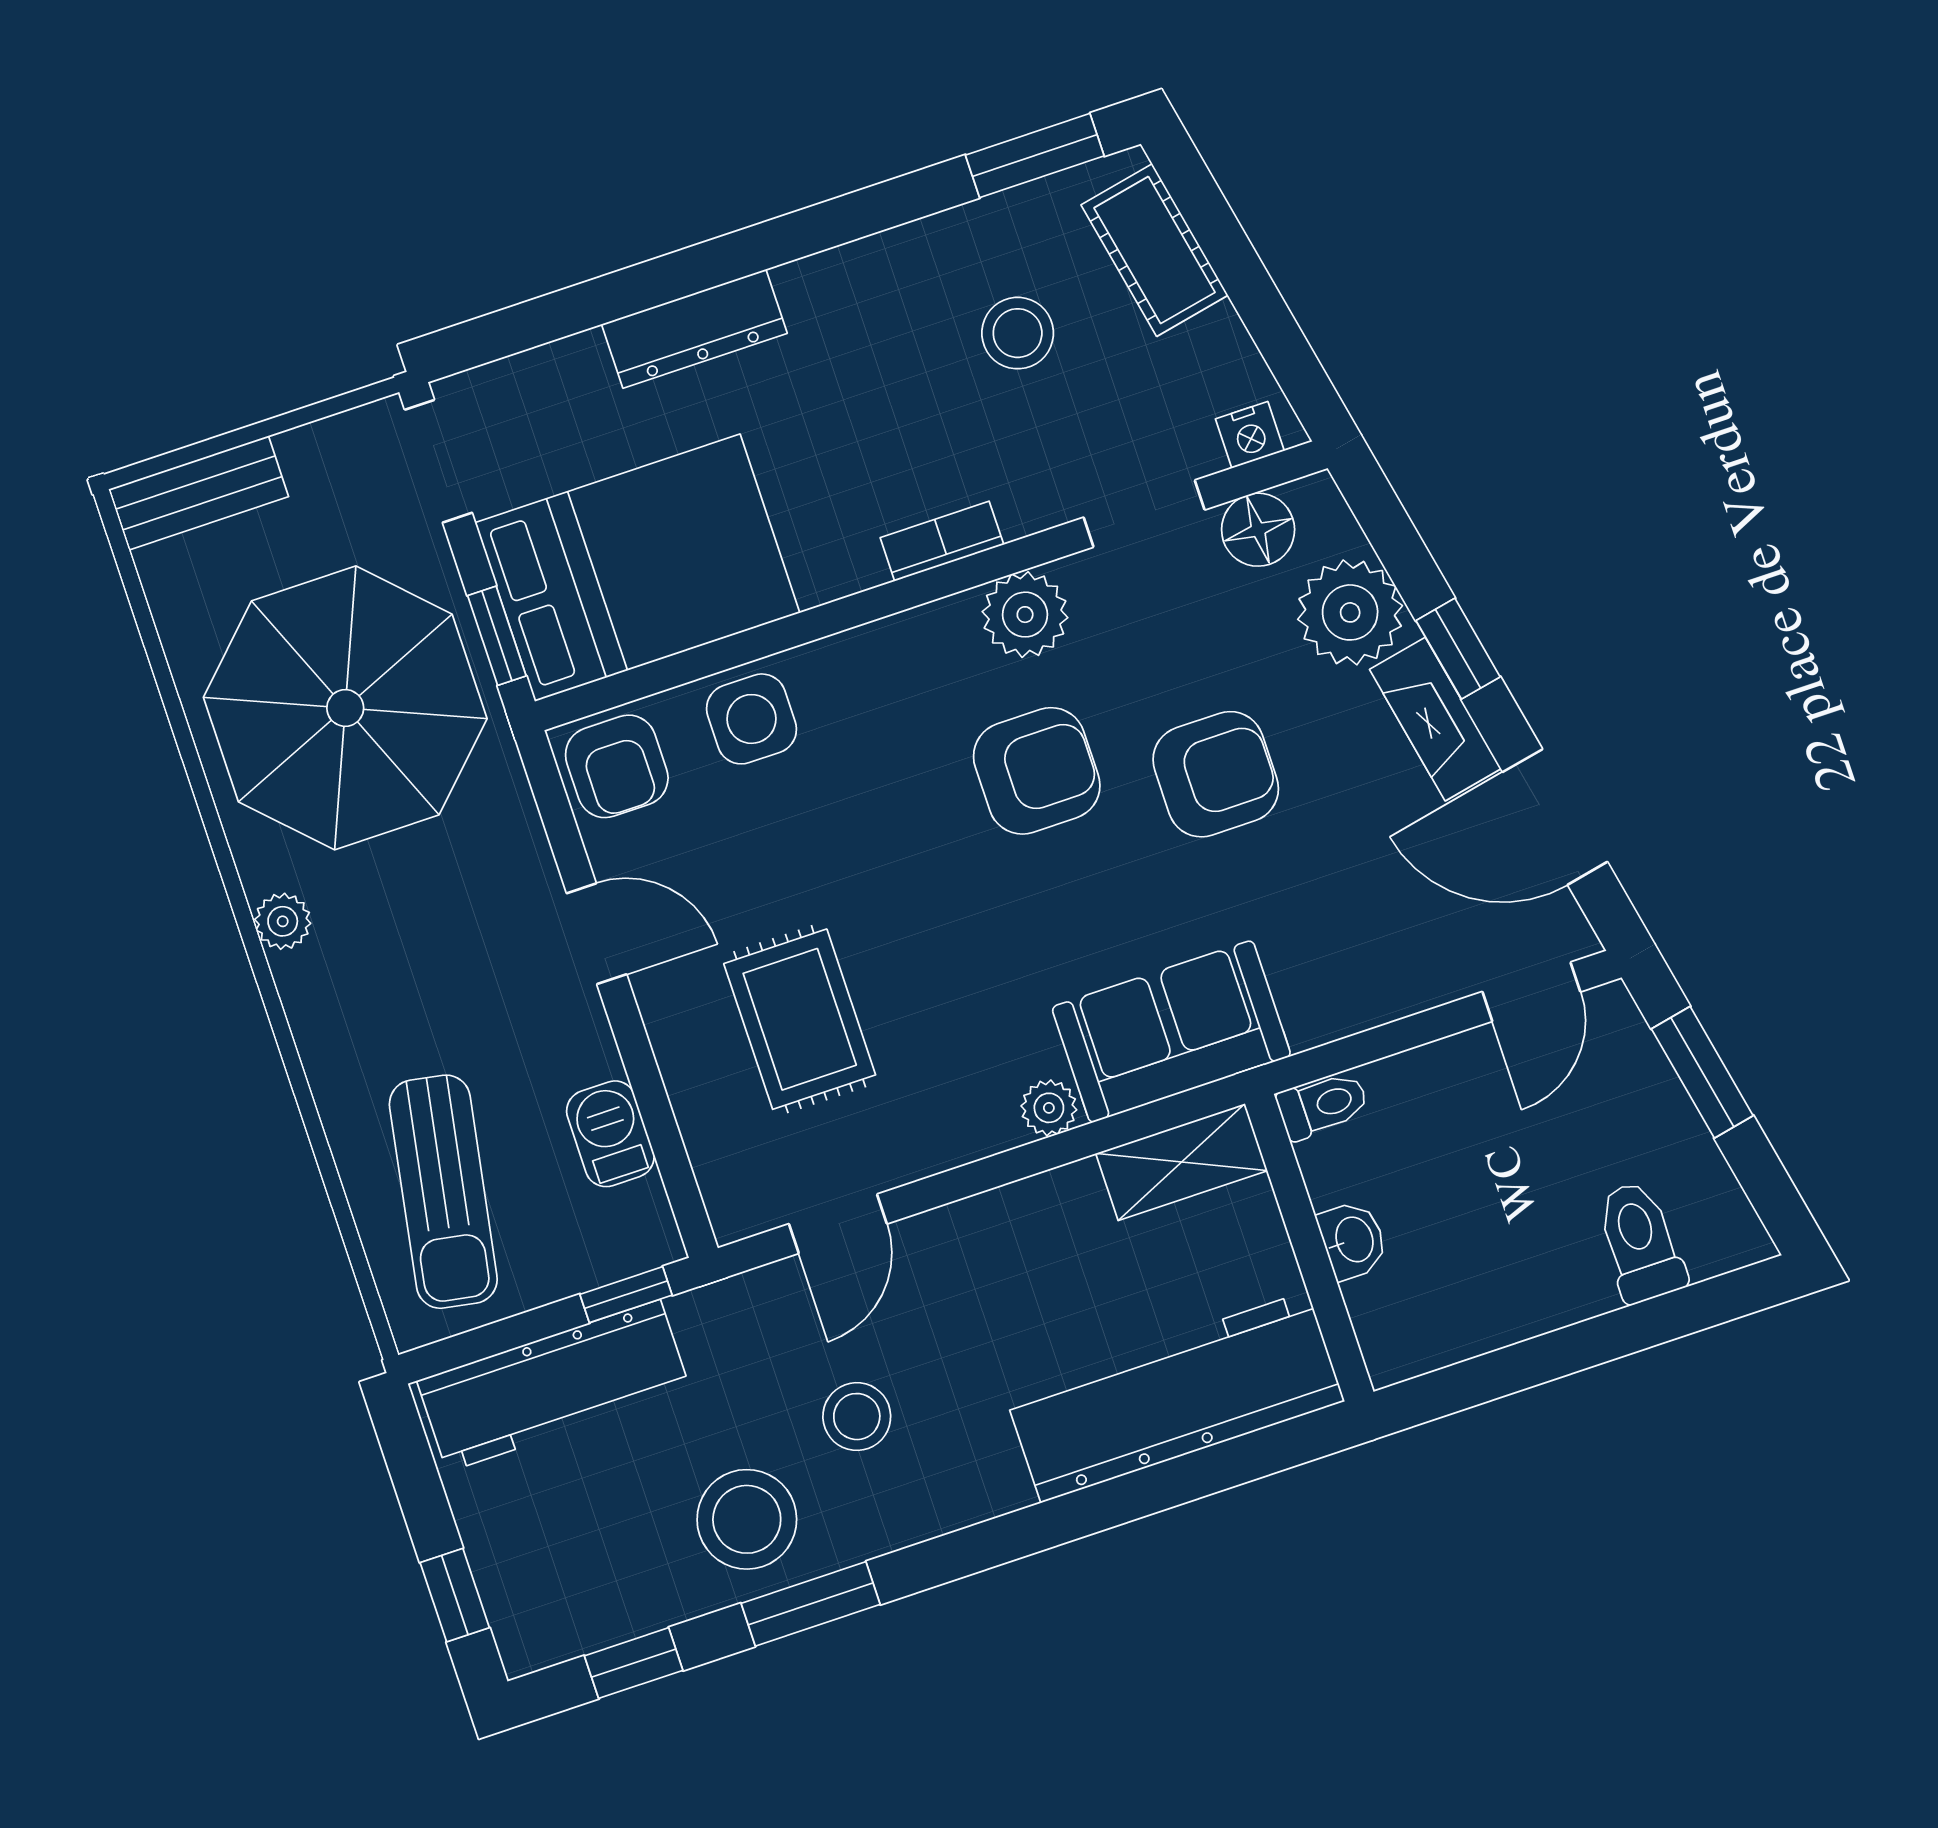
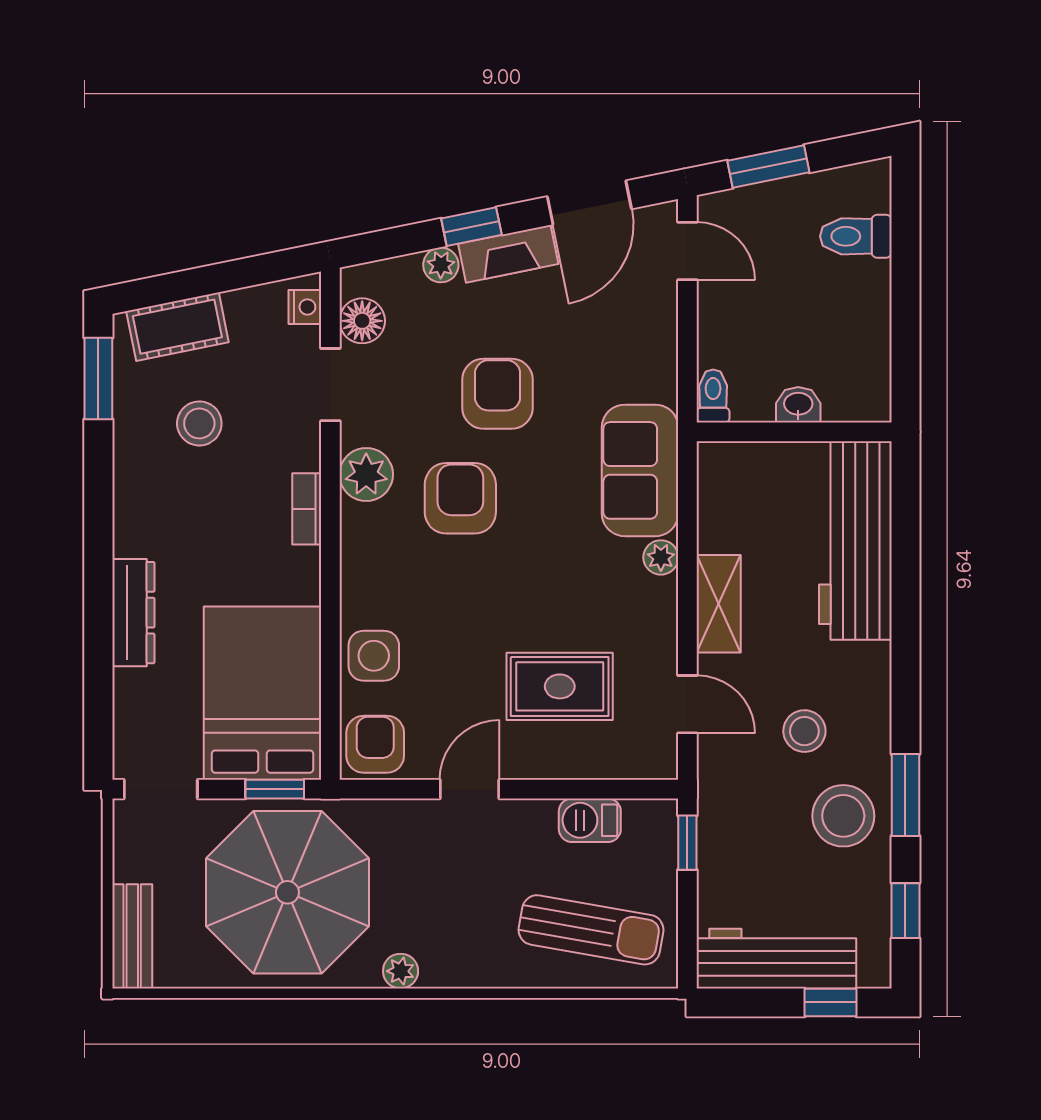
plant: (1350, 612) -> (441, 265), width x0.53, depth x0.53
armchair: (617, 766) -> (375, 744), turned -90
shelving: (1182, 1162) -> (719, 604), moved
workbench: (554, 1386) -> (776, 959), moved, turned -90

